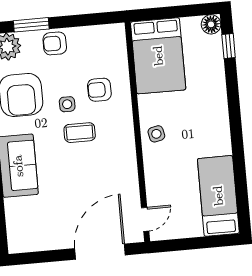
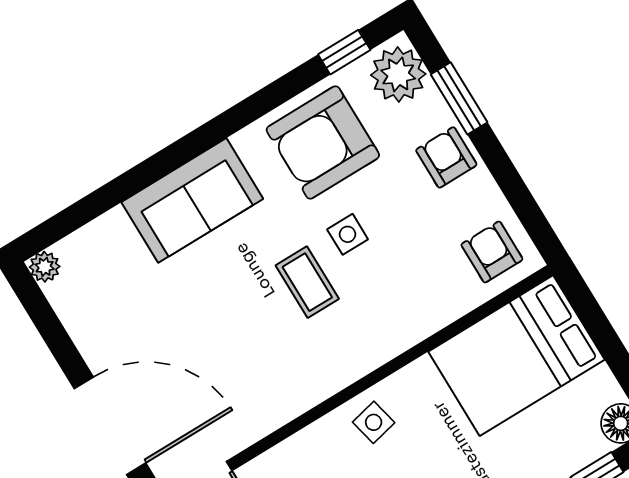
armchair: (99, 90) -> (492, 252), moved
plant: (15, 246) -> (45, 267), added

